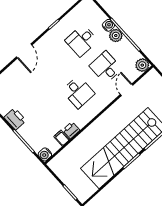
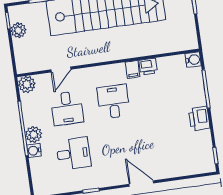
door: (24, 51) -> (141, 184), hinge flipped
filing cabinet: (62, 138) -> (133, 69), moved

